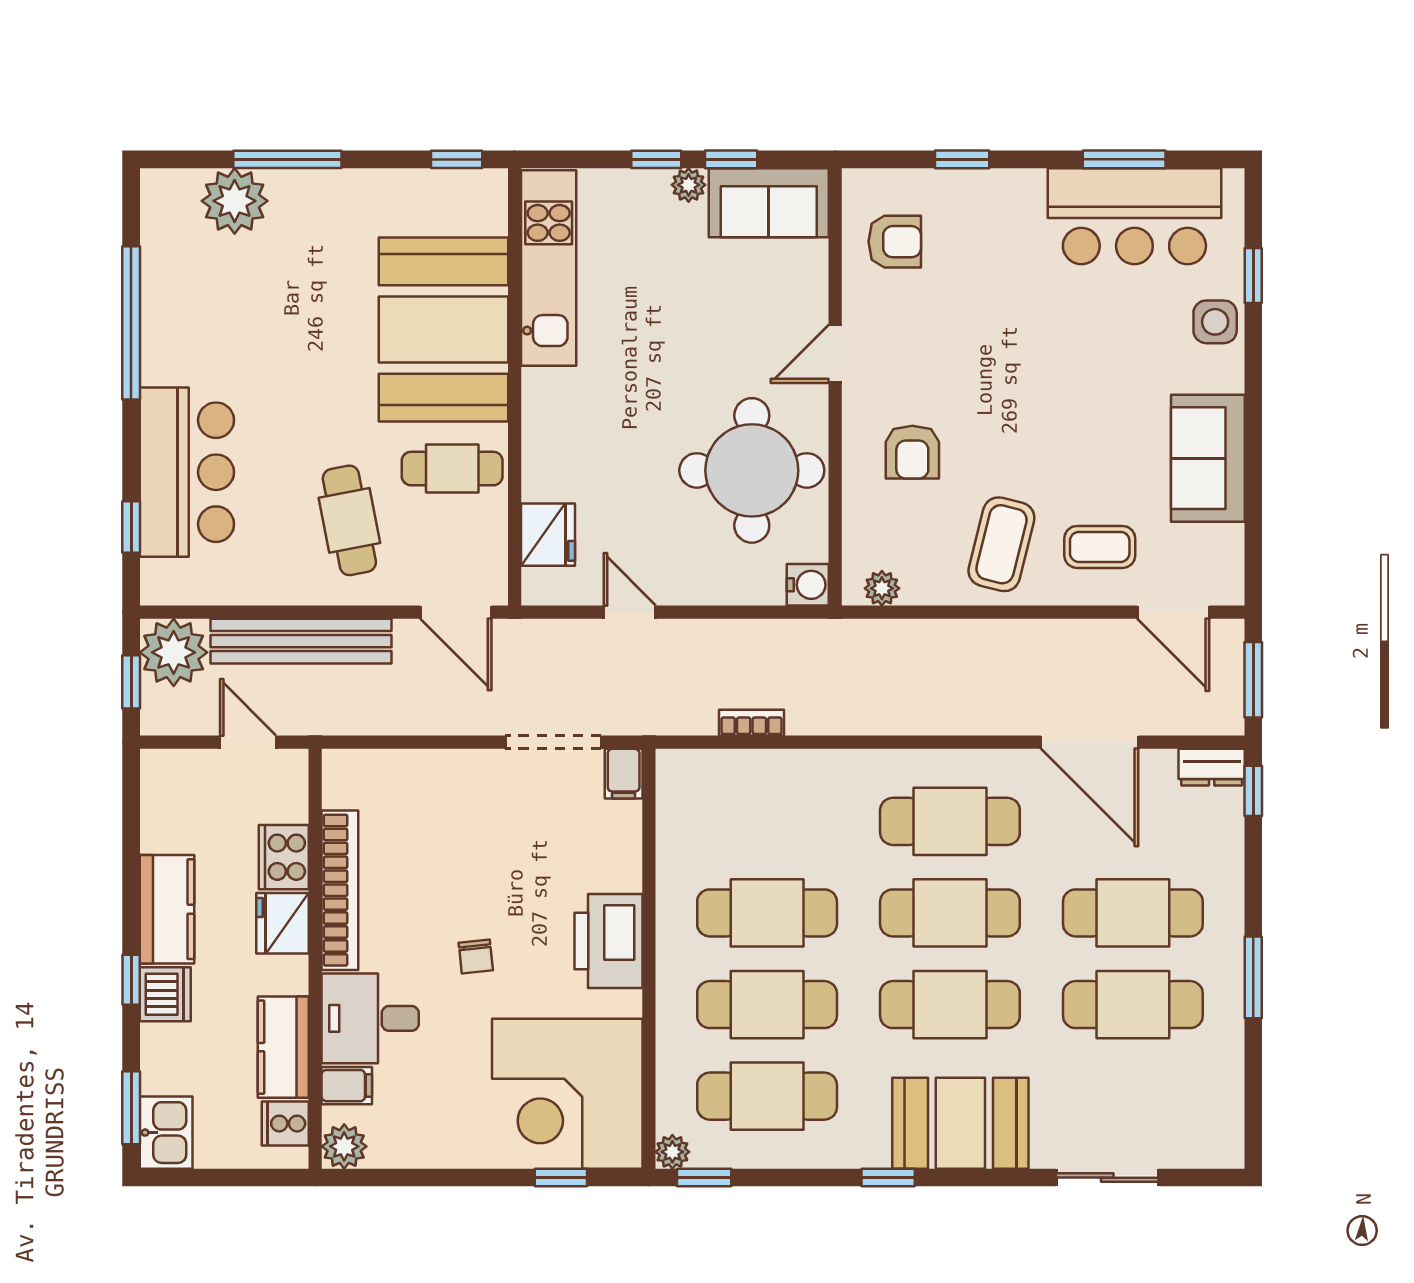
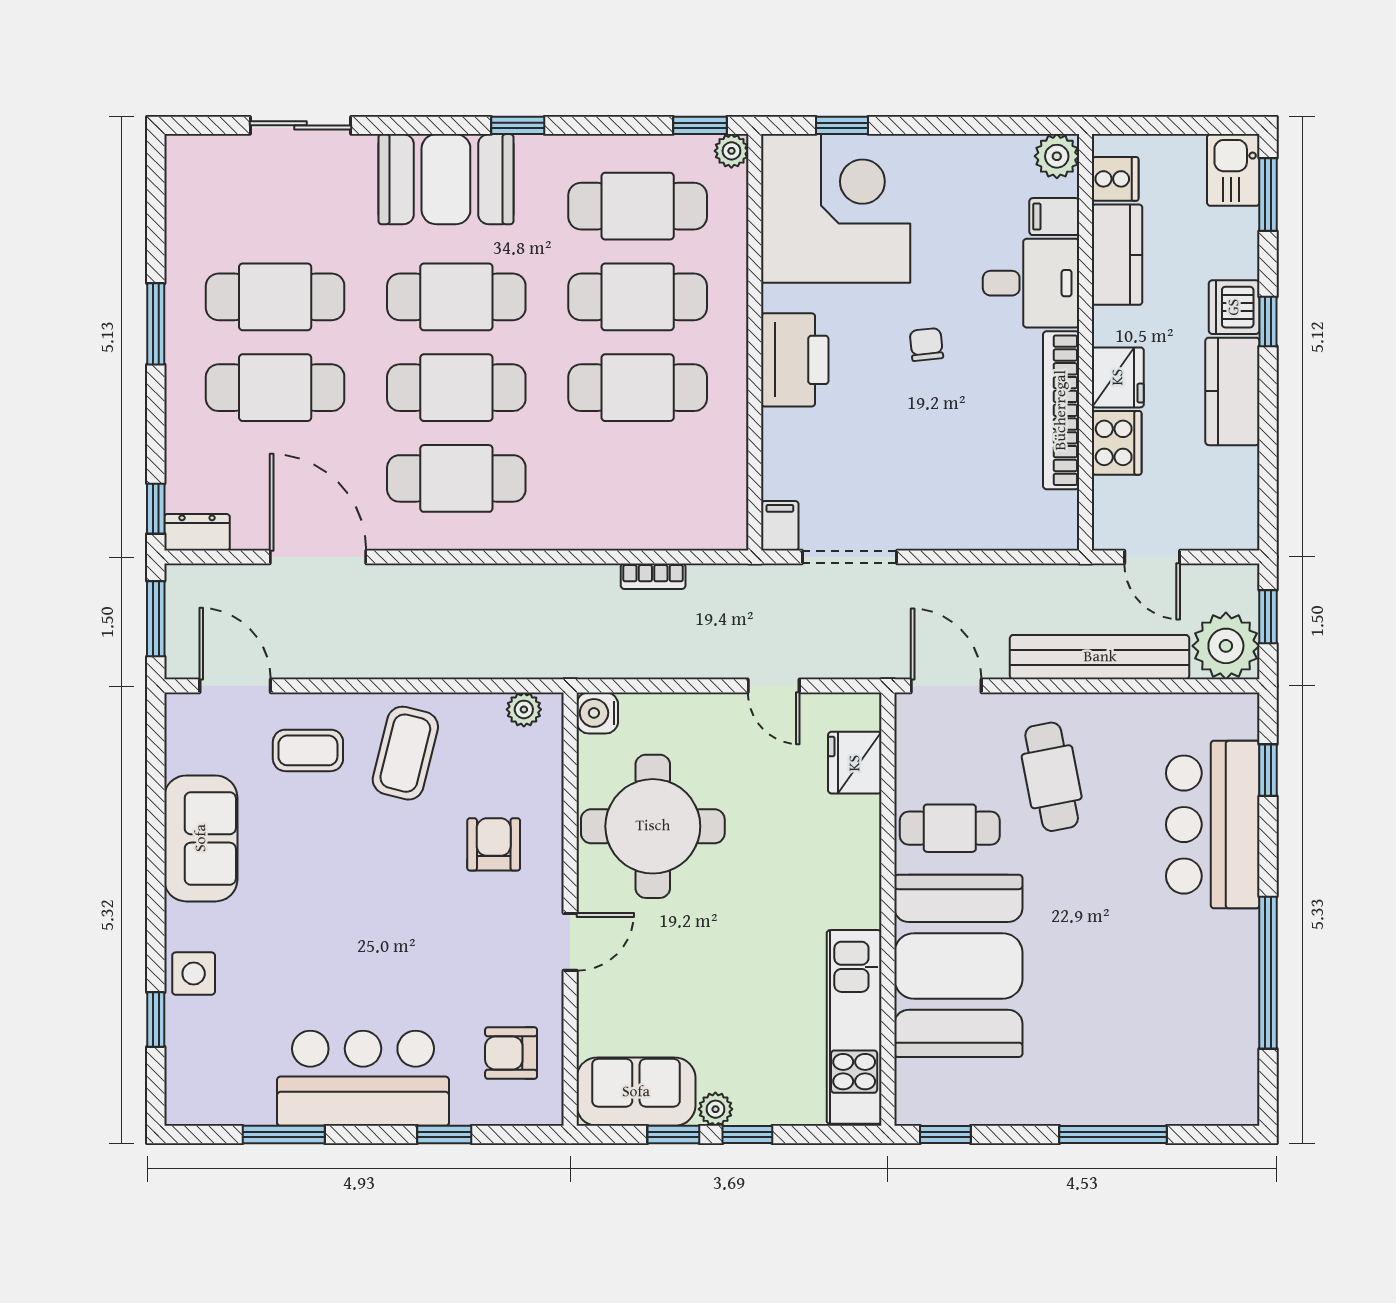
plant: (235, 201) -> (1165, 1093), removed
bar counter: (1134, 216) -> (363, 1078), moved

